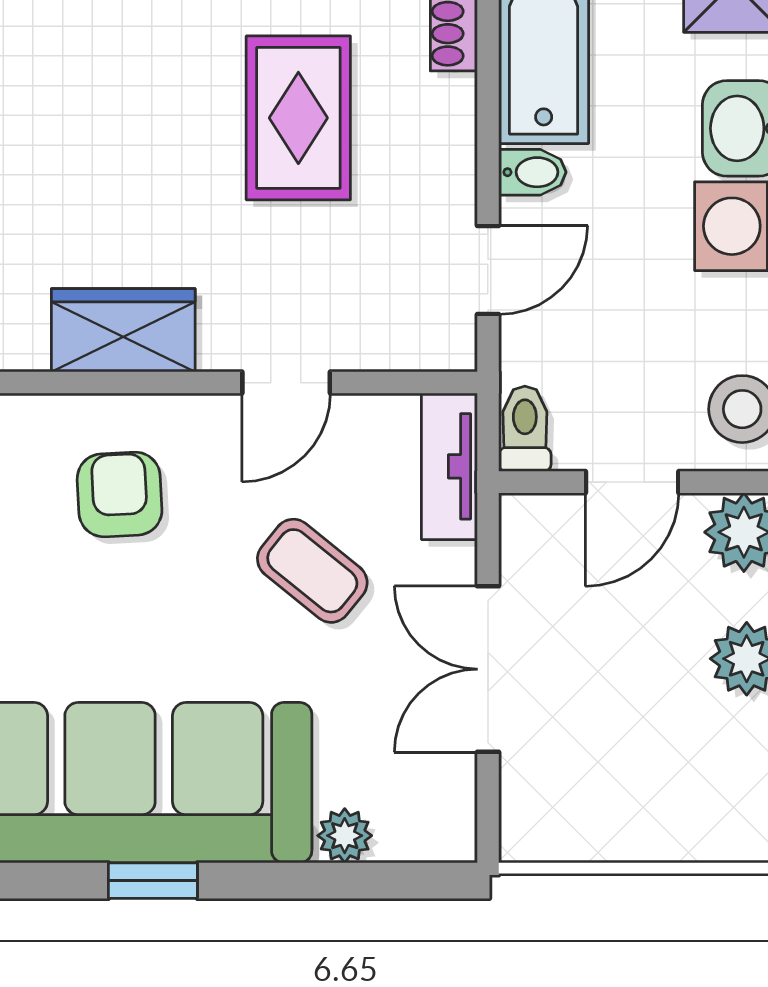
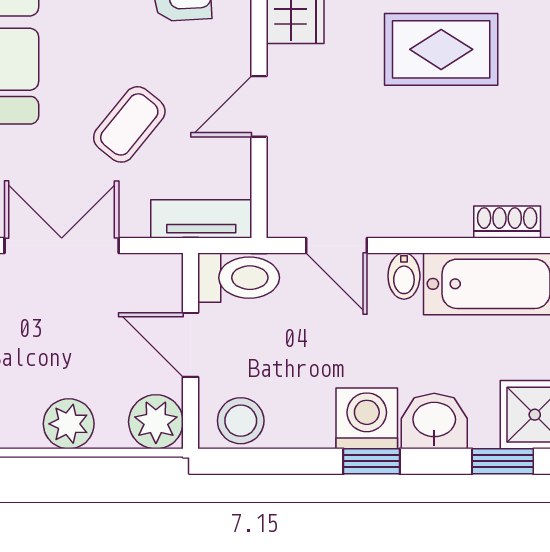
rug: (298, 118) -> (441, 49), moved
door: (286, 383) -> (259, 106), hinge flipped
toilet: (525, 429) -> (239, 278), width x1.37, depth x1.39

